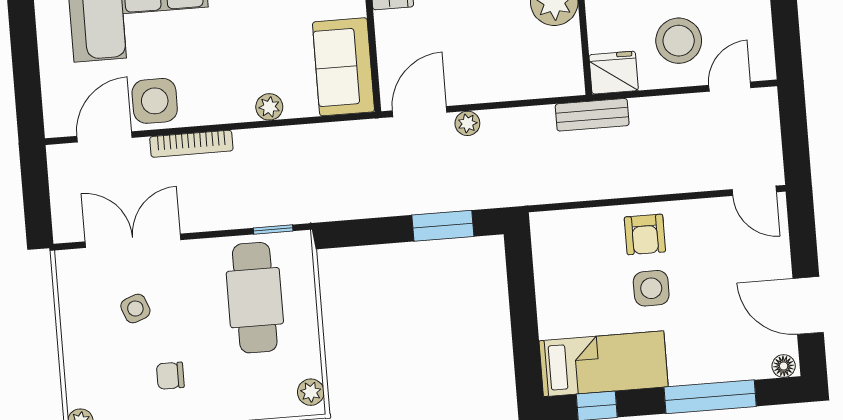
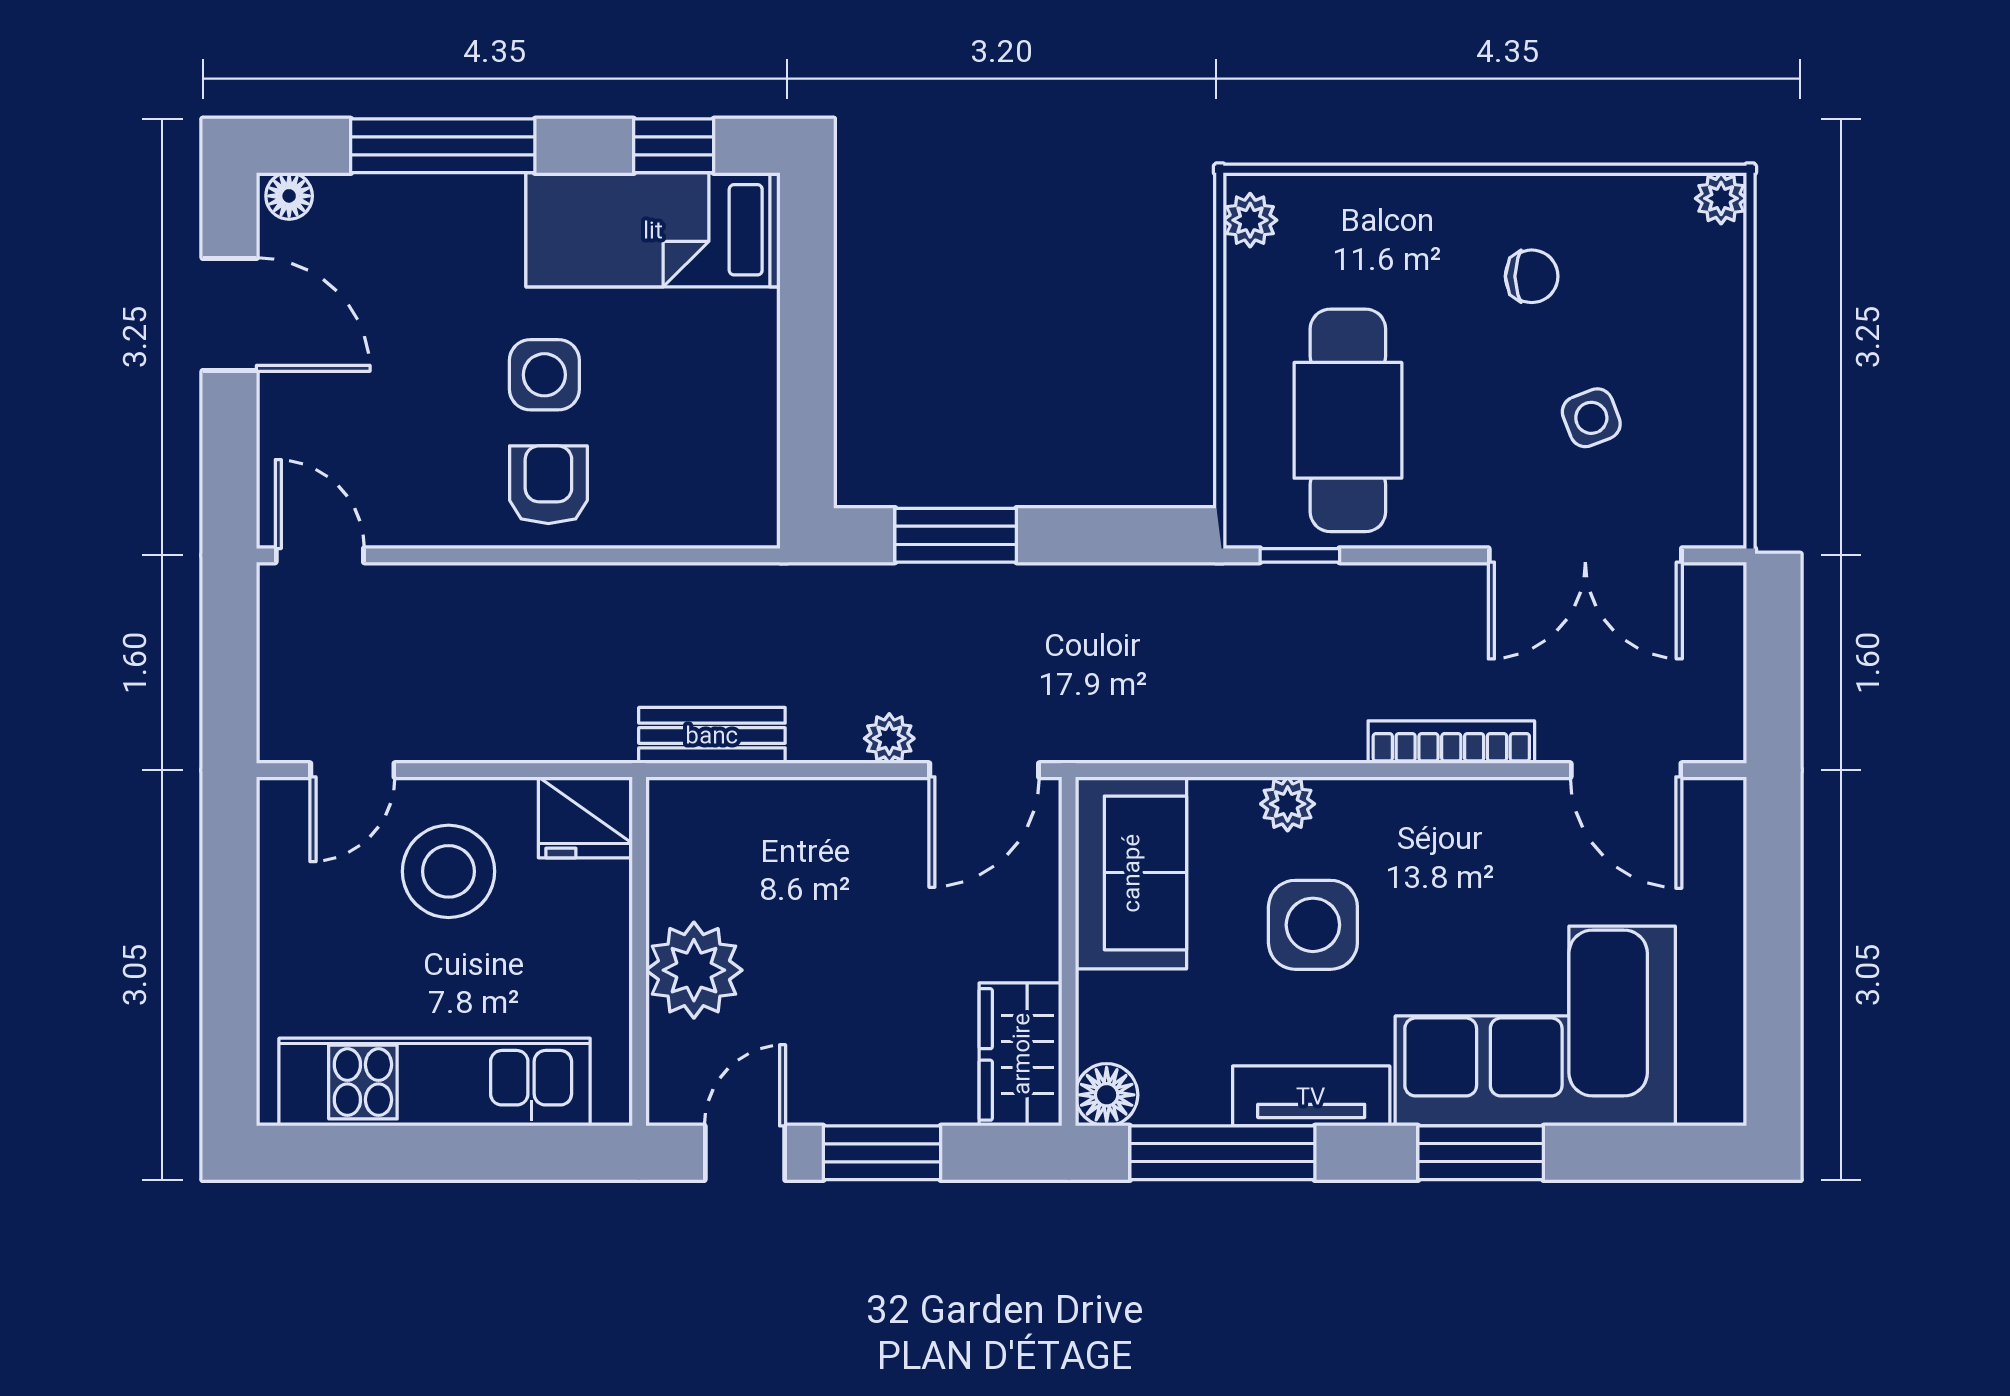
side table: (155, 101) -> (1313, 925), moved
bench: (592, 115) -> (712, 735), moved
door: (104, 137) -> (1626, 770), hinge flipped

